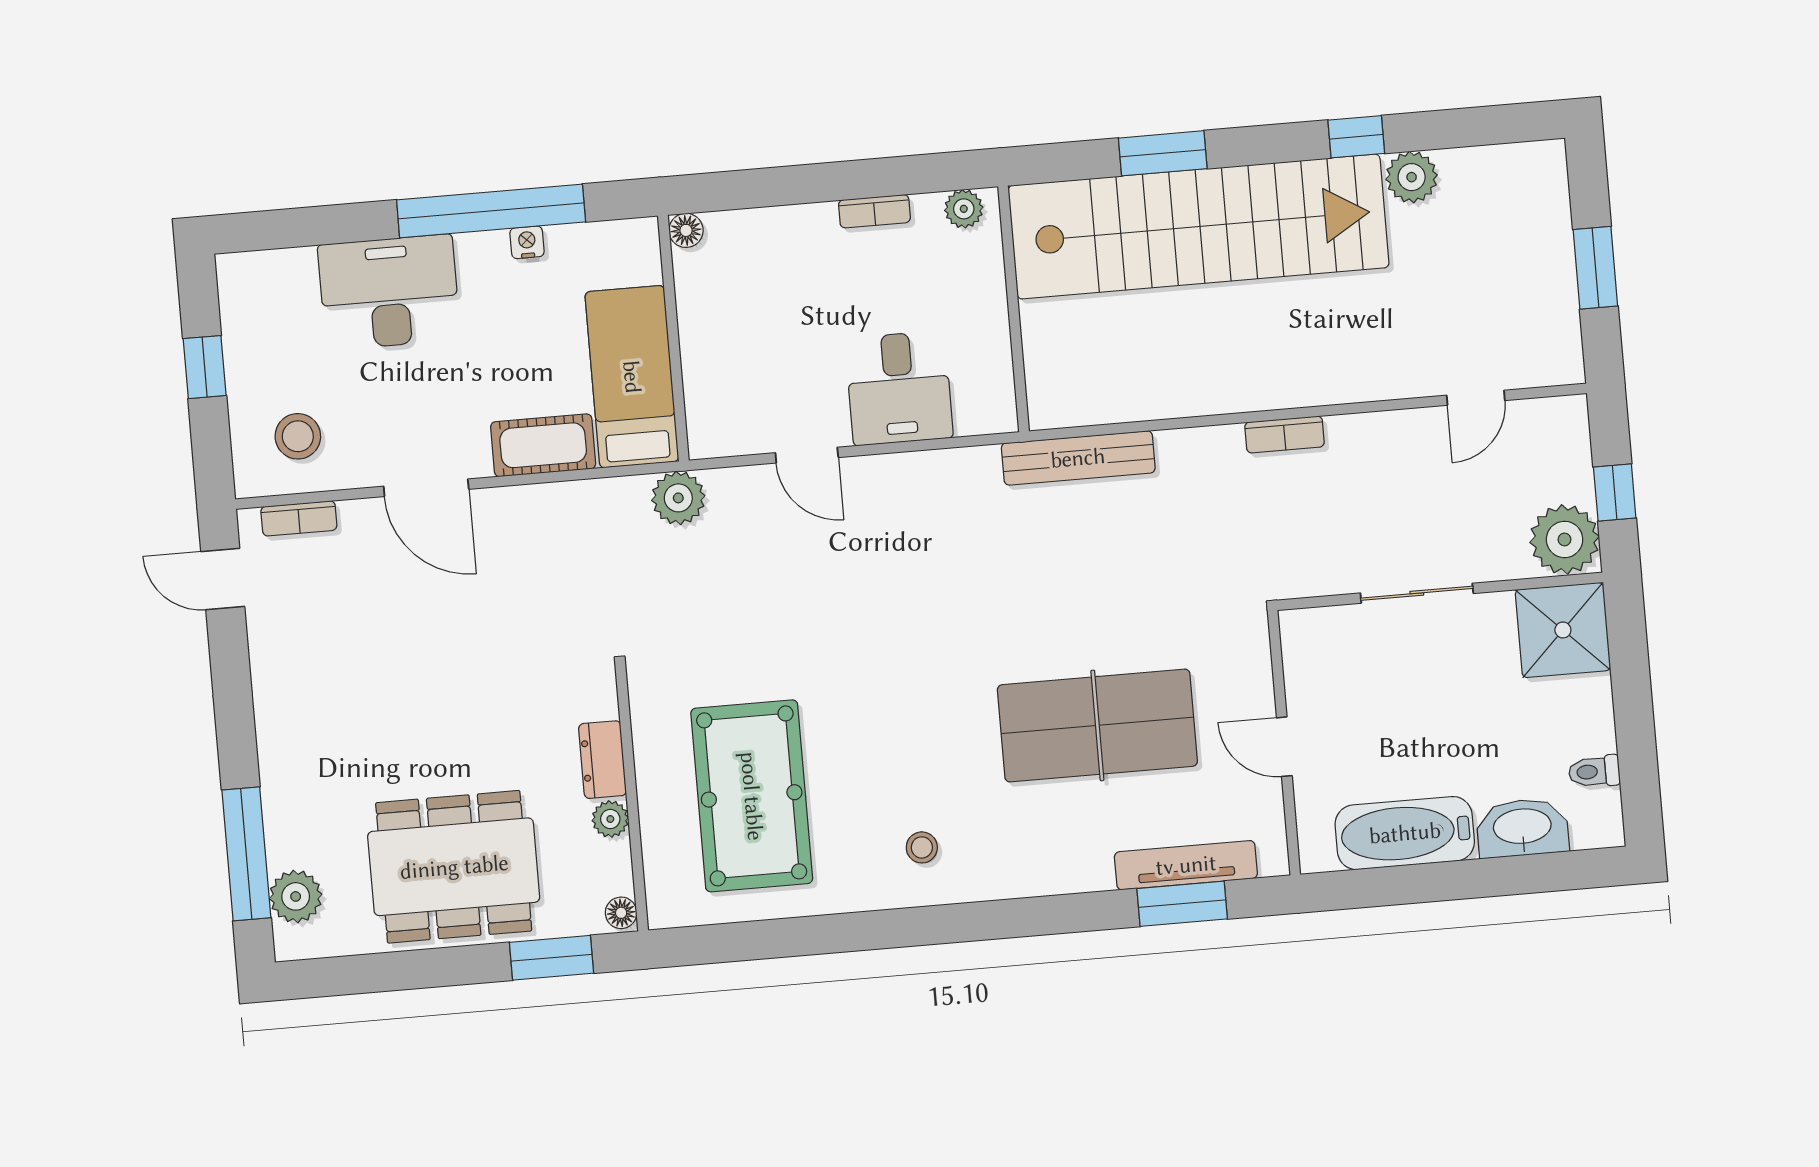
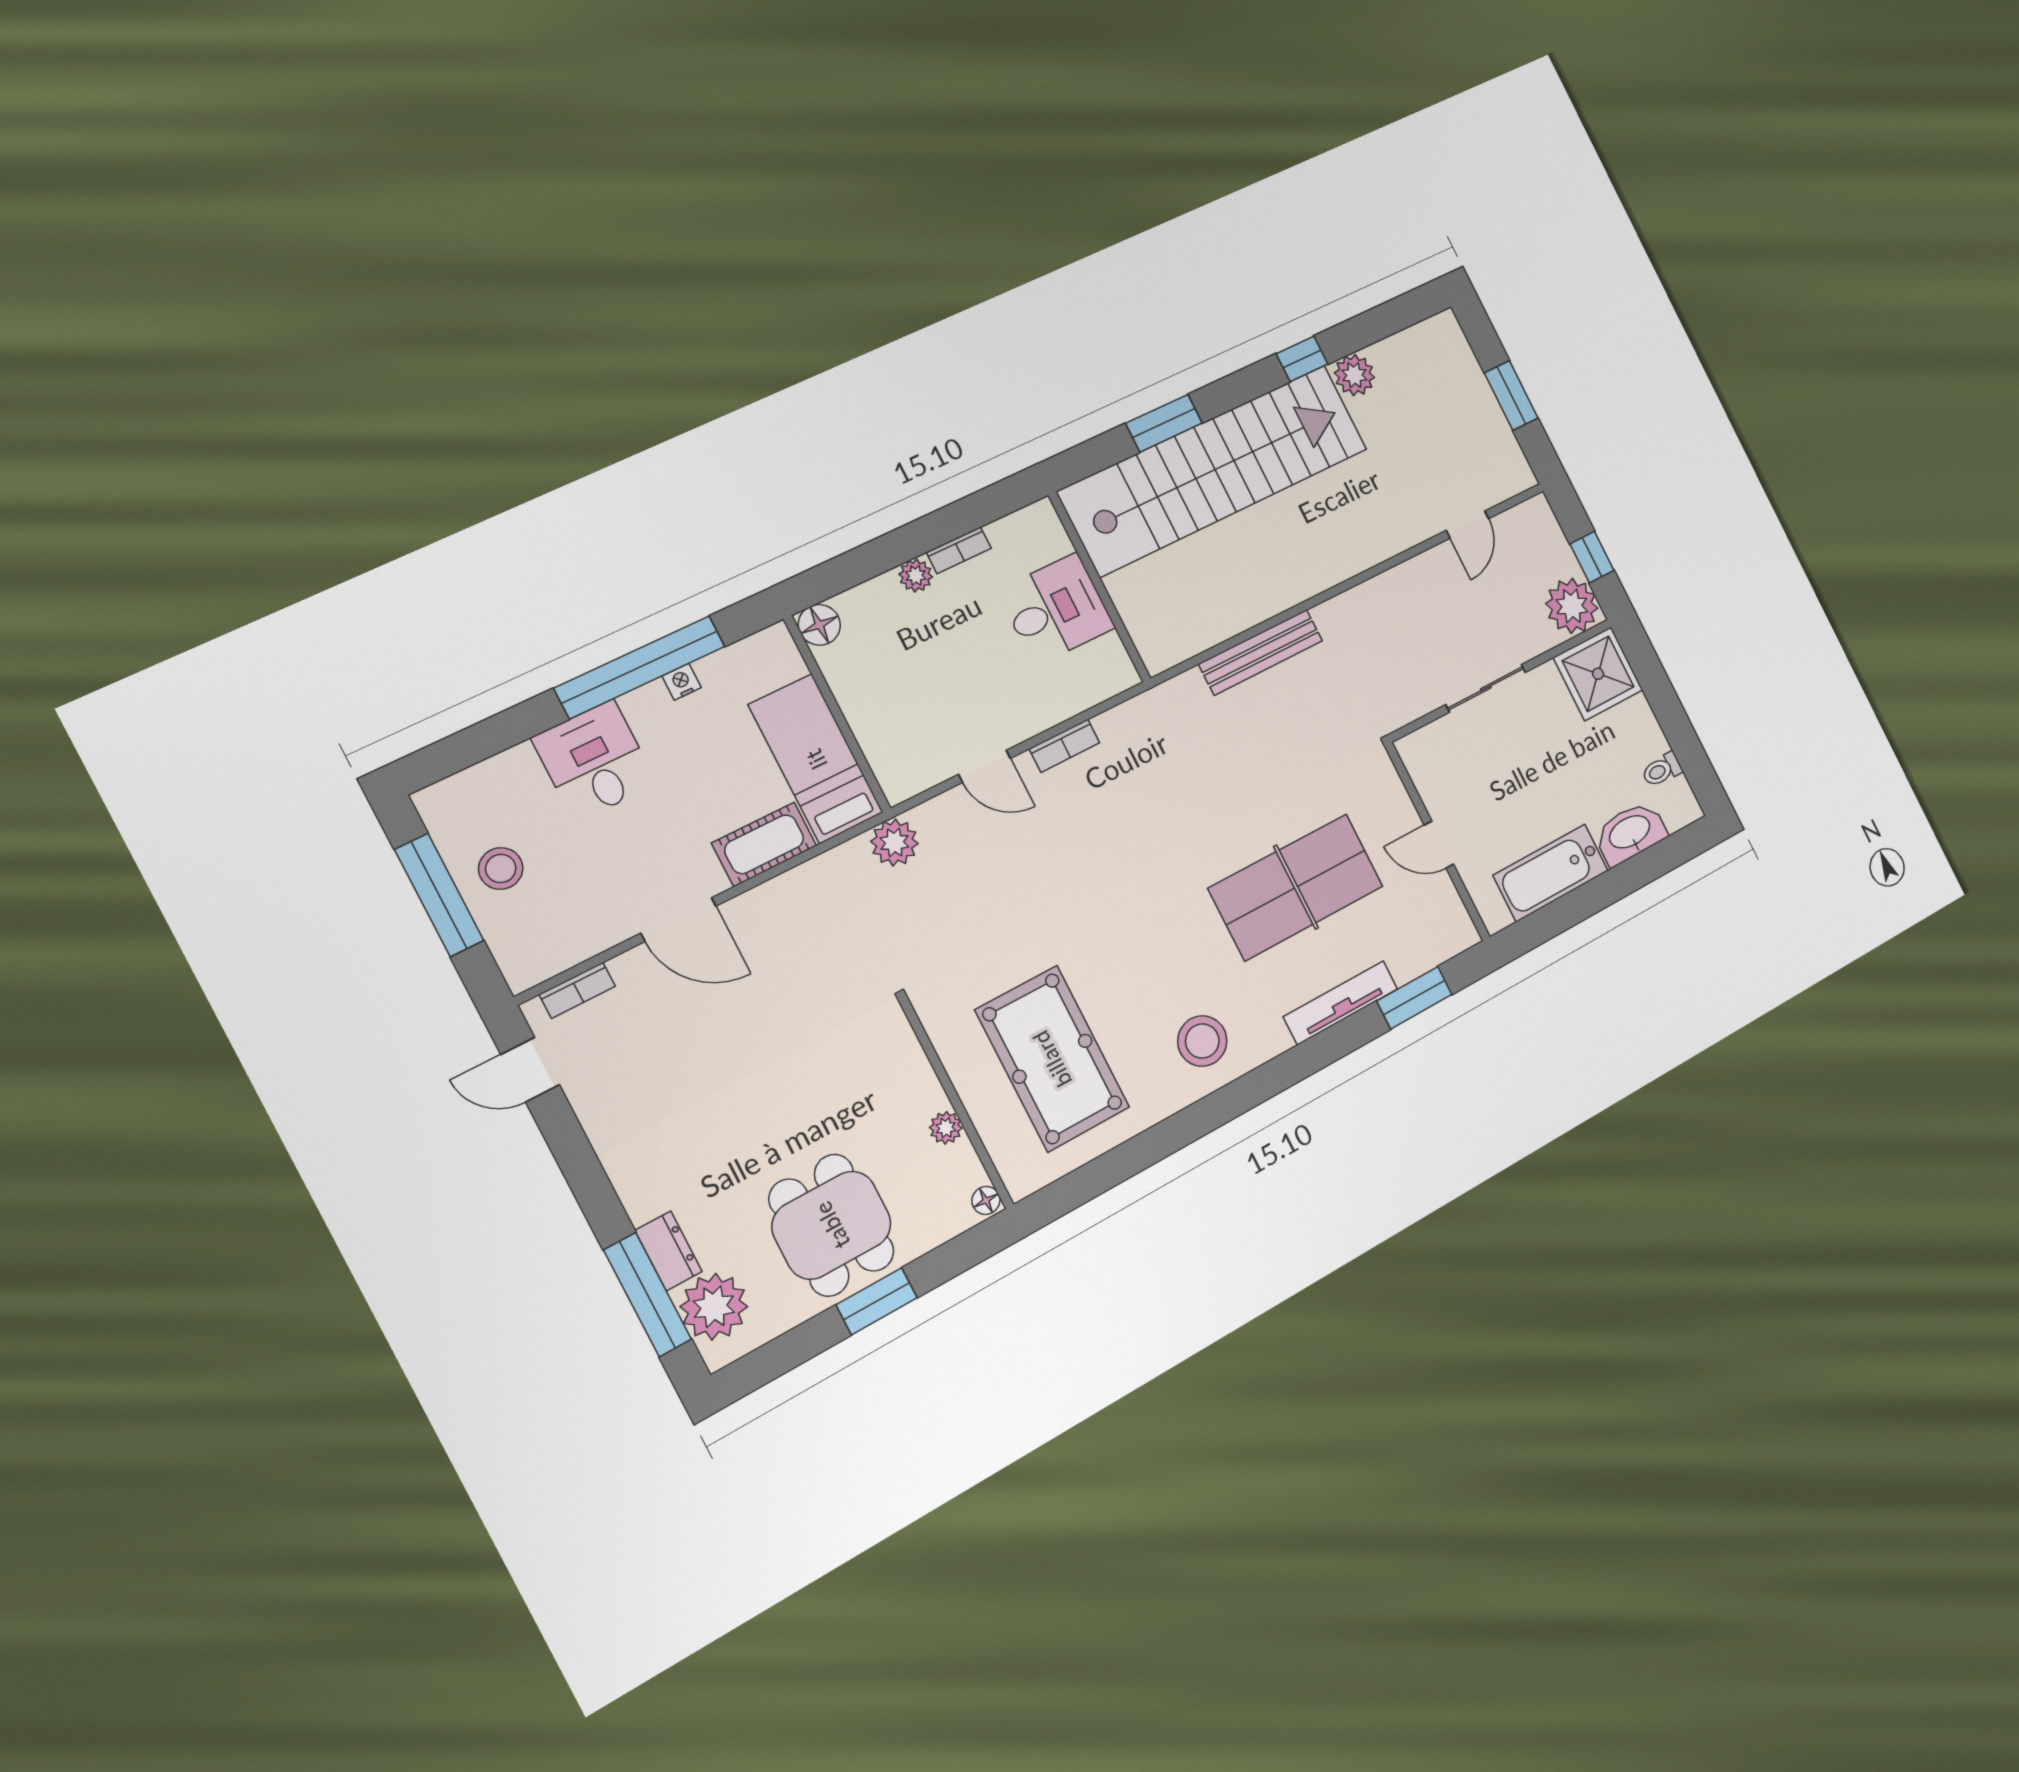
plant: (964, 209) -> (916, 575), moved
floor lamp: (686, 230) -> (819, 625), width x1.37, depth x1.37
desk: (389, 292) -> (594, 761), width x0.73
window: (205, 367) -> (439, 895), width x2.17
desk: (899, 388) -> (1056, 609), moved, turned -90
bookcase: (1285, 435) -> (1064, 746), moved
stool: (298, 436) -> (501, 868), moved
bench: (1078, 458) -> (1261, 652), moved
dresser: (603, 760) -> (669, 1251), moved, turned 180
stool: (922, 847) -> (1202, 1041), width x1.89, depth x1.89
tv unit: (1186, 865) -> (1341, 1003), moved
dining table: (454, 867) -> (832, 1225), width x0.73
plant: (296, 896) -> (714, 1307), width x1.36, depth x1.36
window: (551, 958) -> (877, 1301), moved

